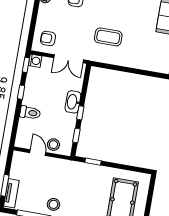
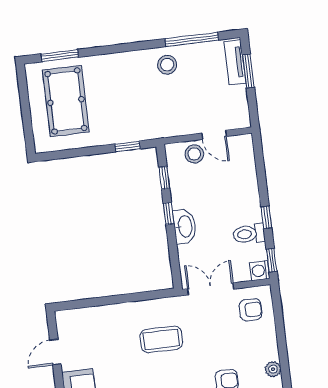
toilet: (30, 113) -> (249, 234), moved

